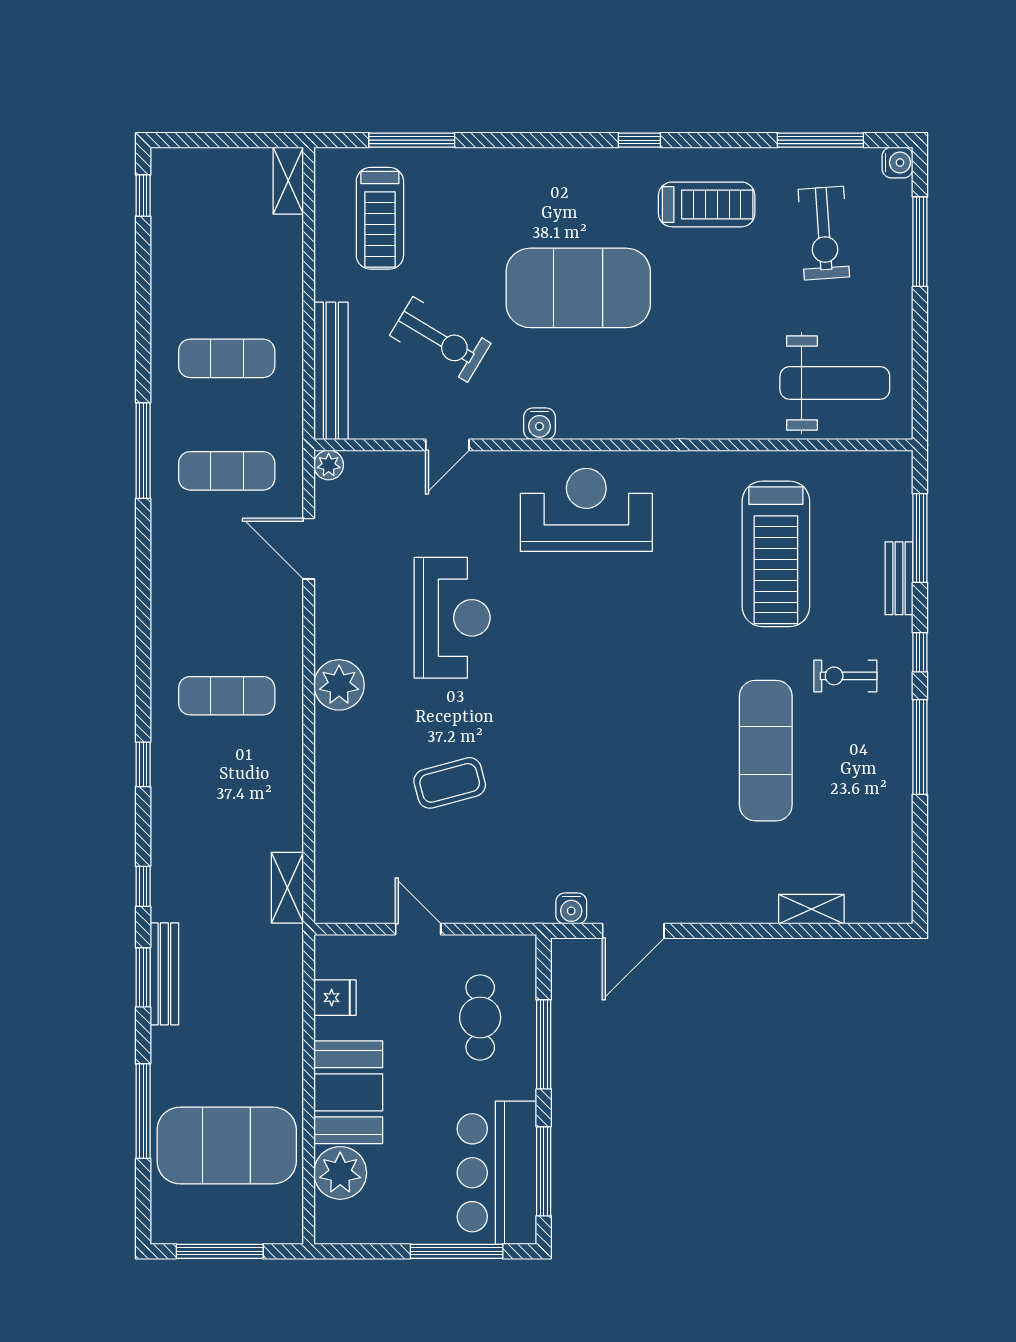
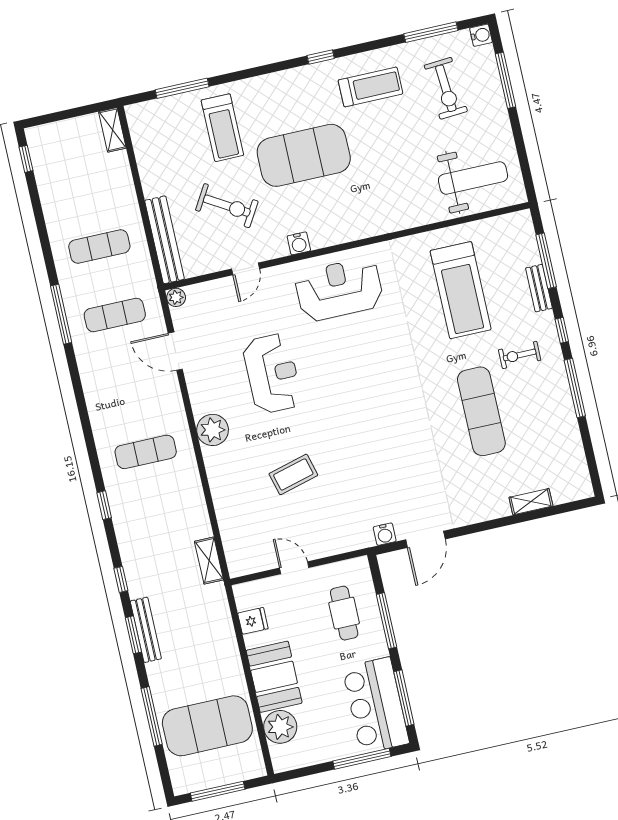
treadmill: (380, 218) -> (222, 128), moved

